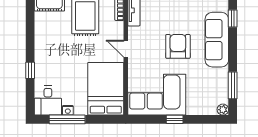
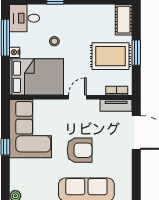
stool: (71, 71) -> (54, 41), added
nightstand: (68, 110) -> (15, 52), moved

